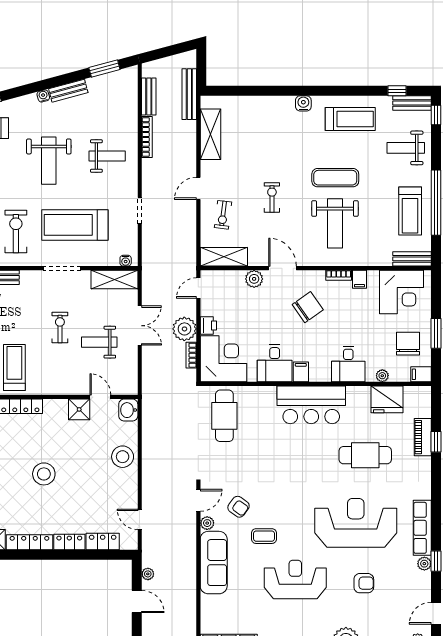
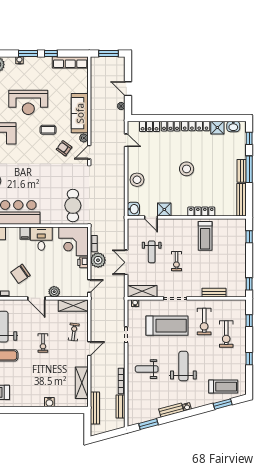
water cooler: (303, 103) -> (49, 402), moved
weight bench: (99, 342) -> (152, 252), turned 90

